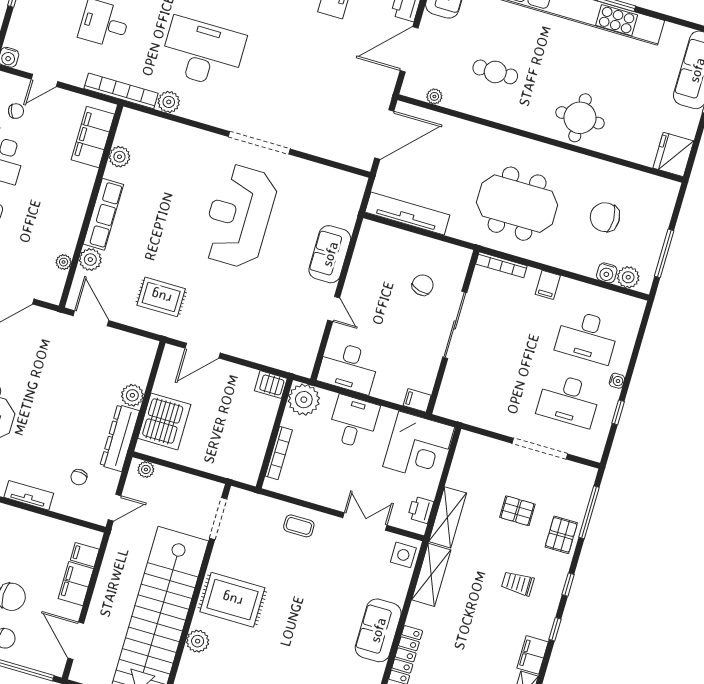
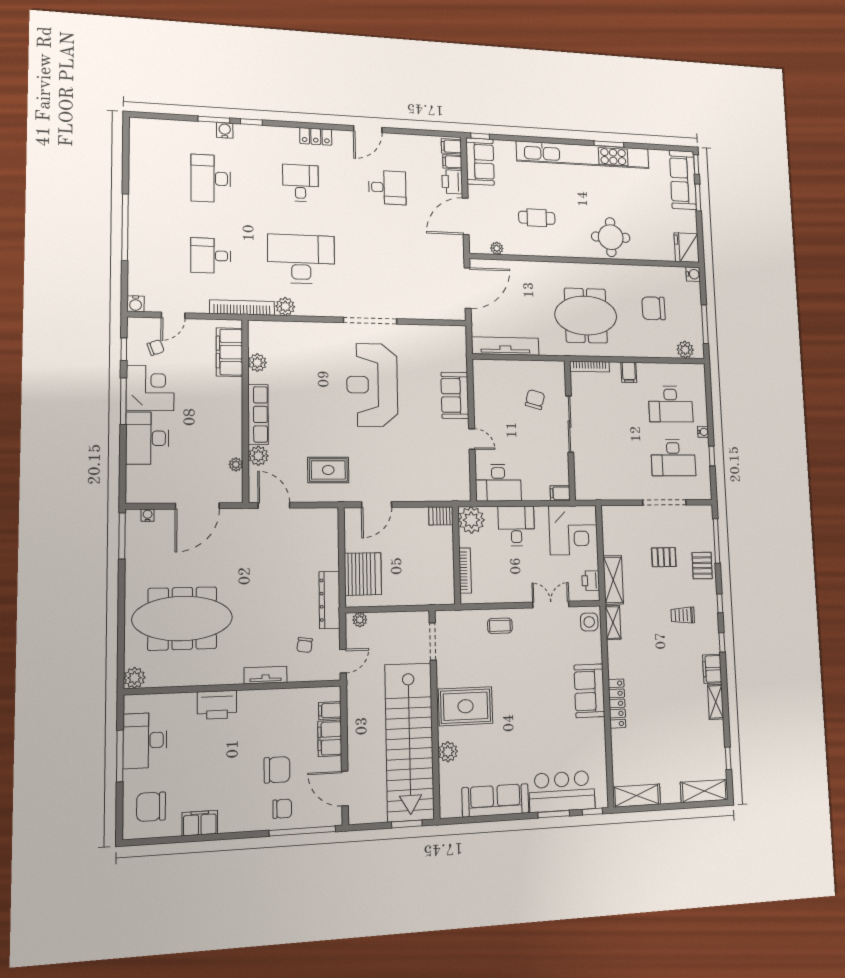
water cooler: (607, 273) -> (693, 274), moved, turned -90
plant: (132, 395) -> (329, 560), removed
shelving: (431, 575) -> (613, 623), width x0.67, depth x0.75

